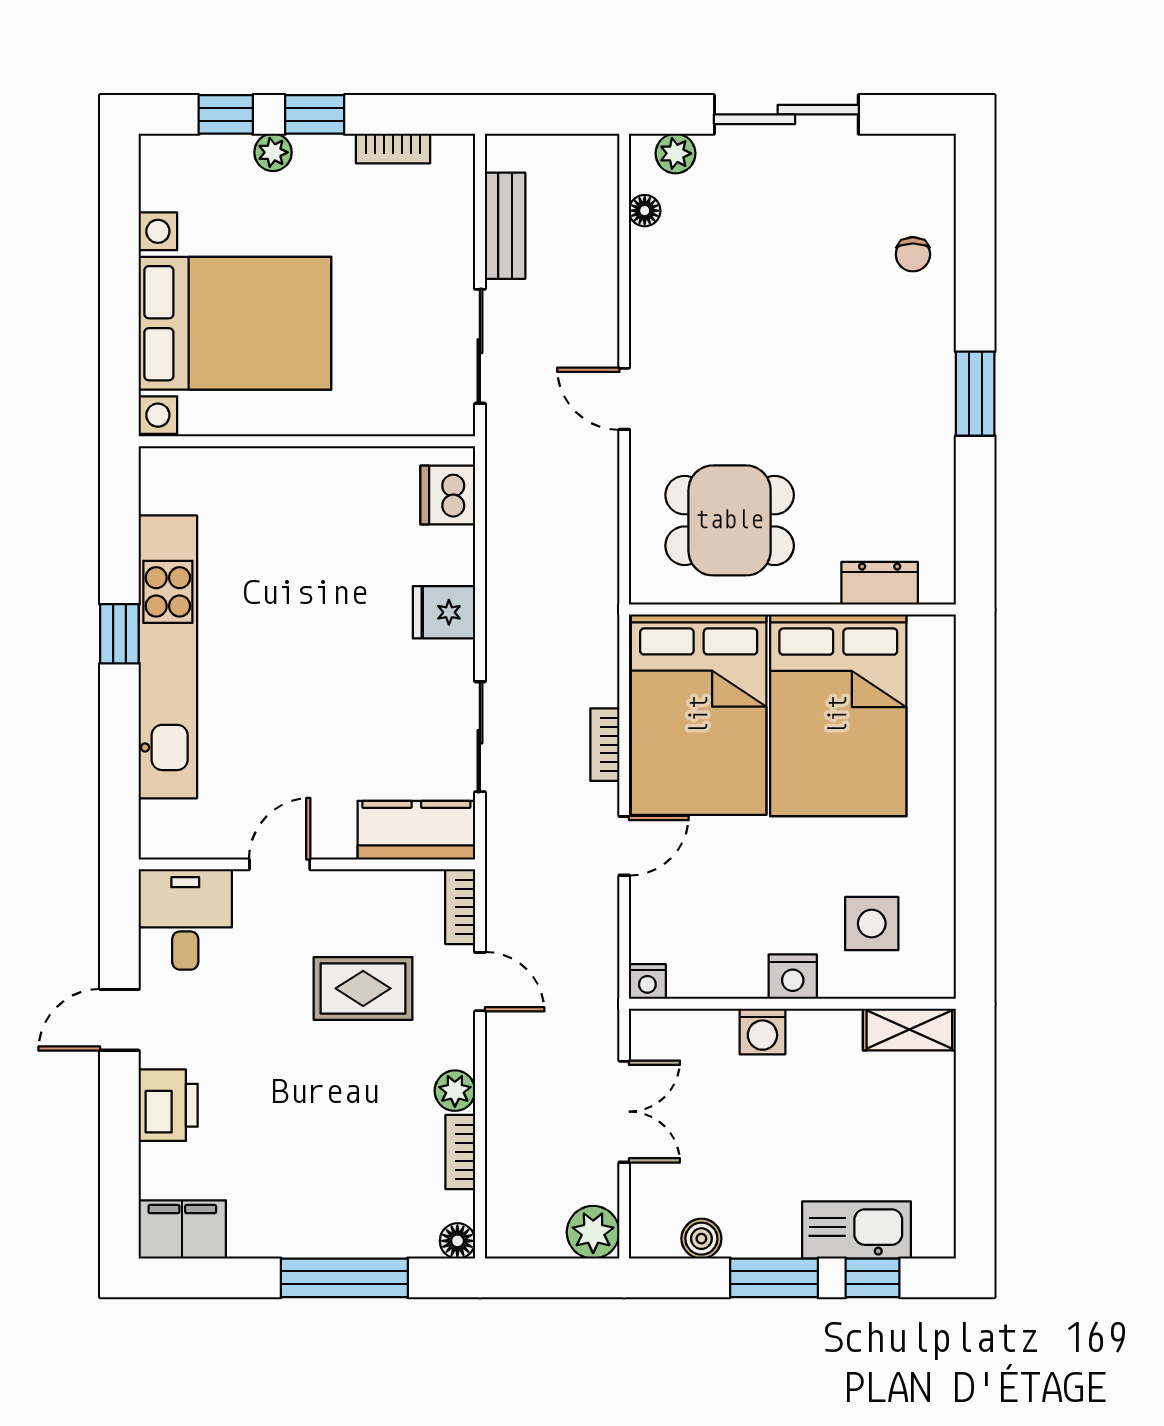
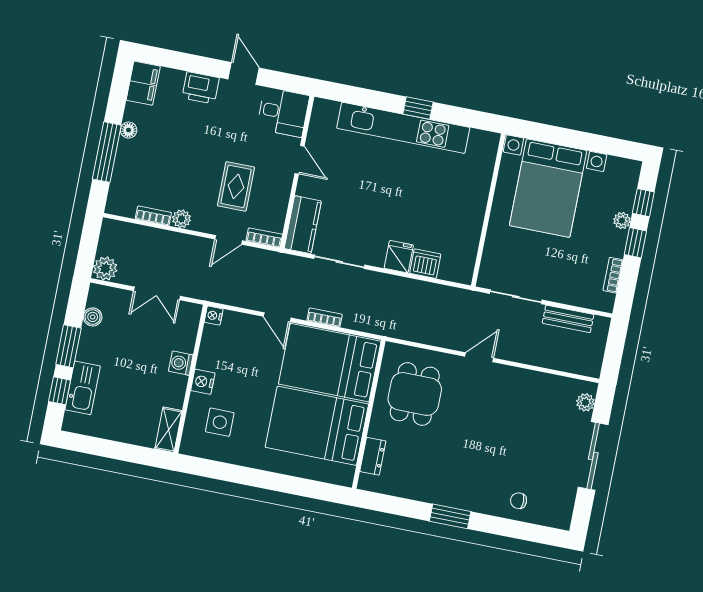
floor lamp: (645, 211) -> (562, 383), removed
dishwasher: (448, 495) -> (425, 264), moved
floor lamp: (457, 1241) -> (129, 130), moved

